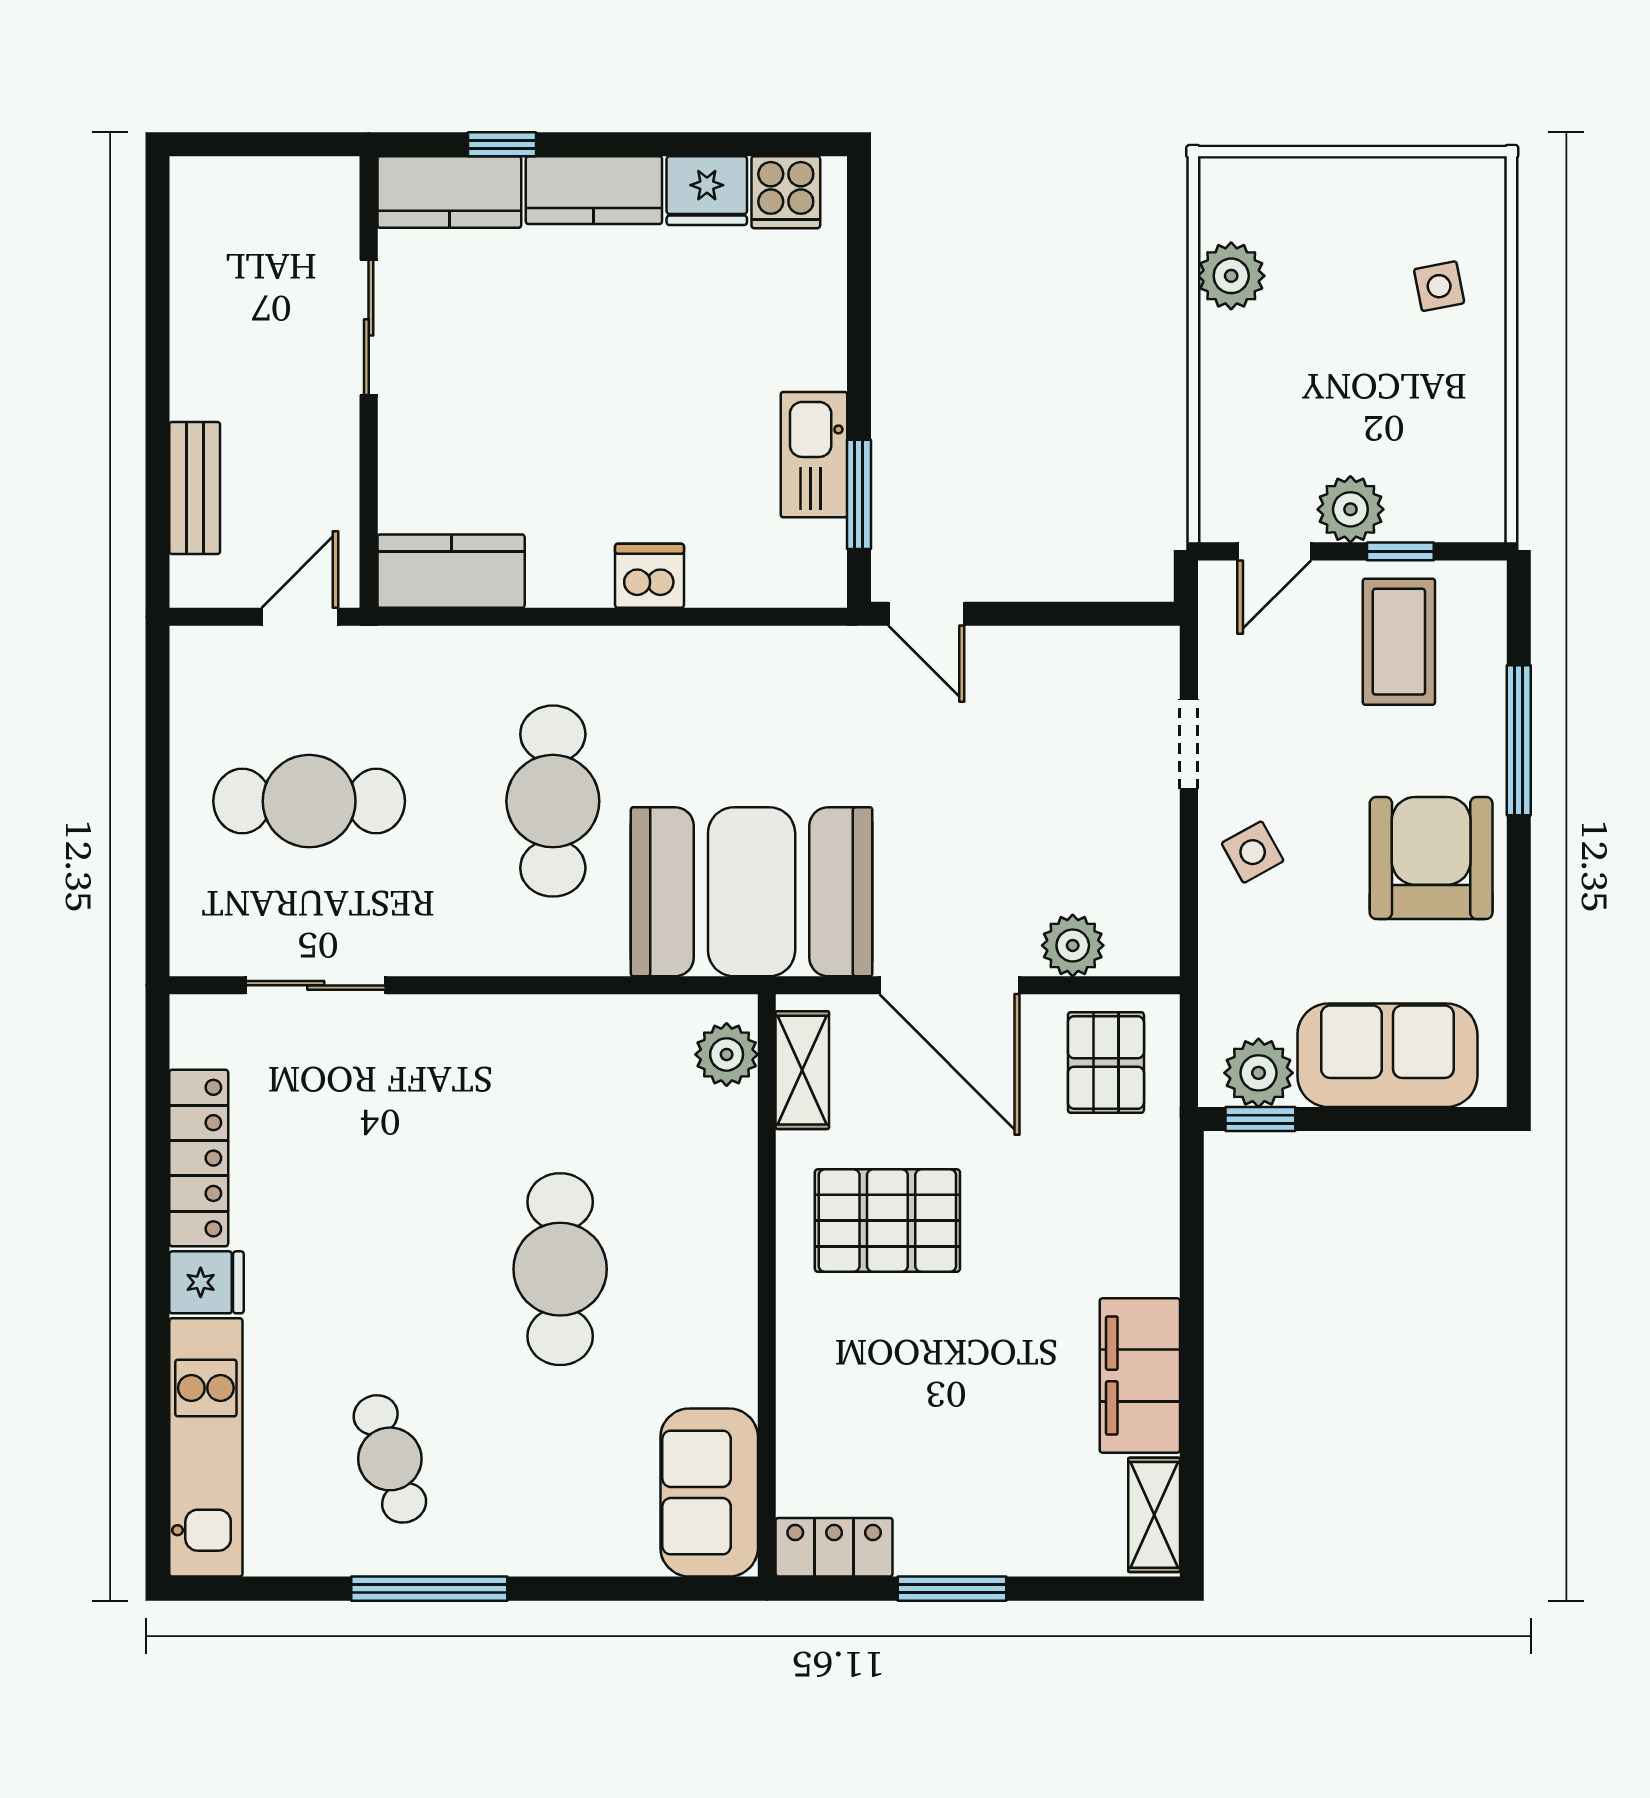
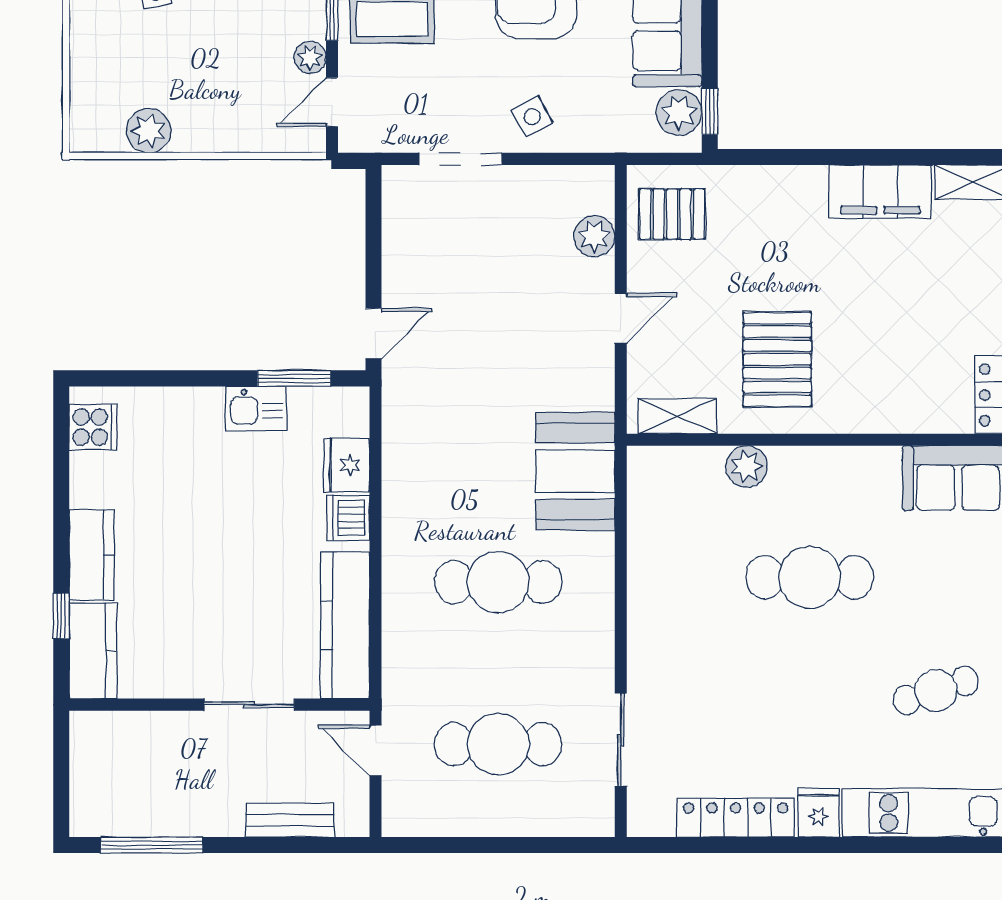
fridge: (707, 191) -> (347, 465), moved, turned 180
window: (158, 280) -> (152, 845), added
sliding door: (369, 327) -> (249, 705), moved
kitchen sink: (814, 455) -> (256, 408), width x0.73
plant: (1350, 509) -> (310, 57), width x0.73, depth x0.73
door: (1274, 551) -> (332, 102), swing flipped
kitchen counter: (451, 571) -> (345, 625), width x1.50
doorway: (1189, 744) -> (460, 159), width x1.38
cafe table: (309, 801) -> (498, 744), turned 90
booth: (752, 892) -> (575, 471), width x0.73, depth x0.70
door: (950, 985) -> (621, 318), width x0.53
plant: (727, 1054) -> (747, 466), moved

